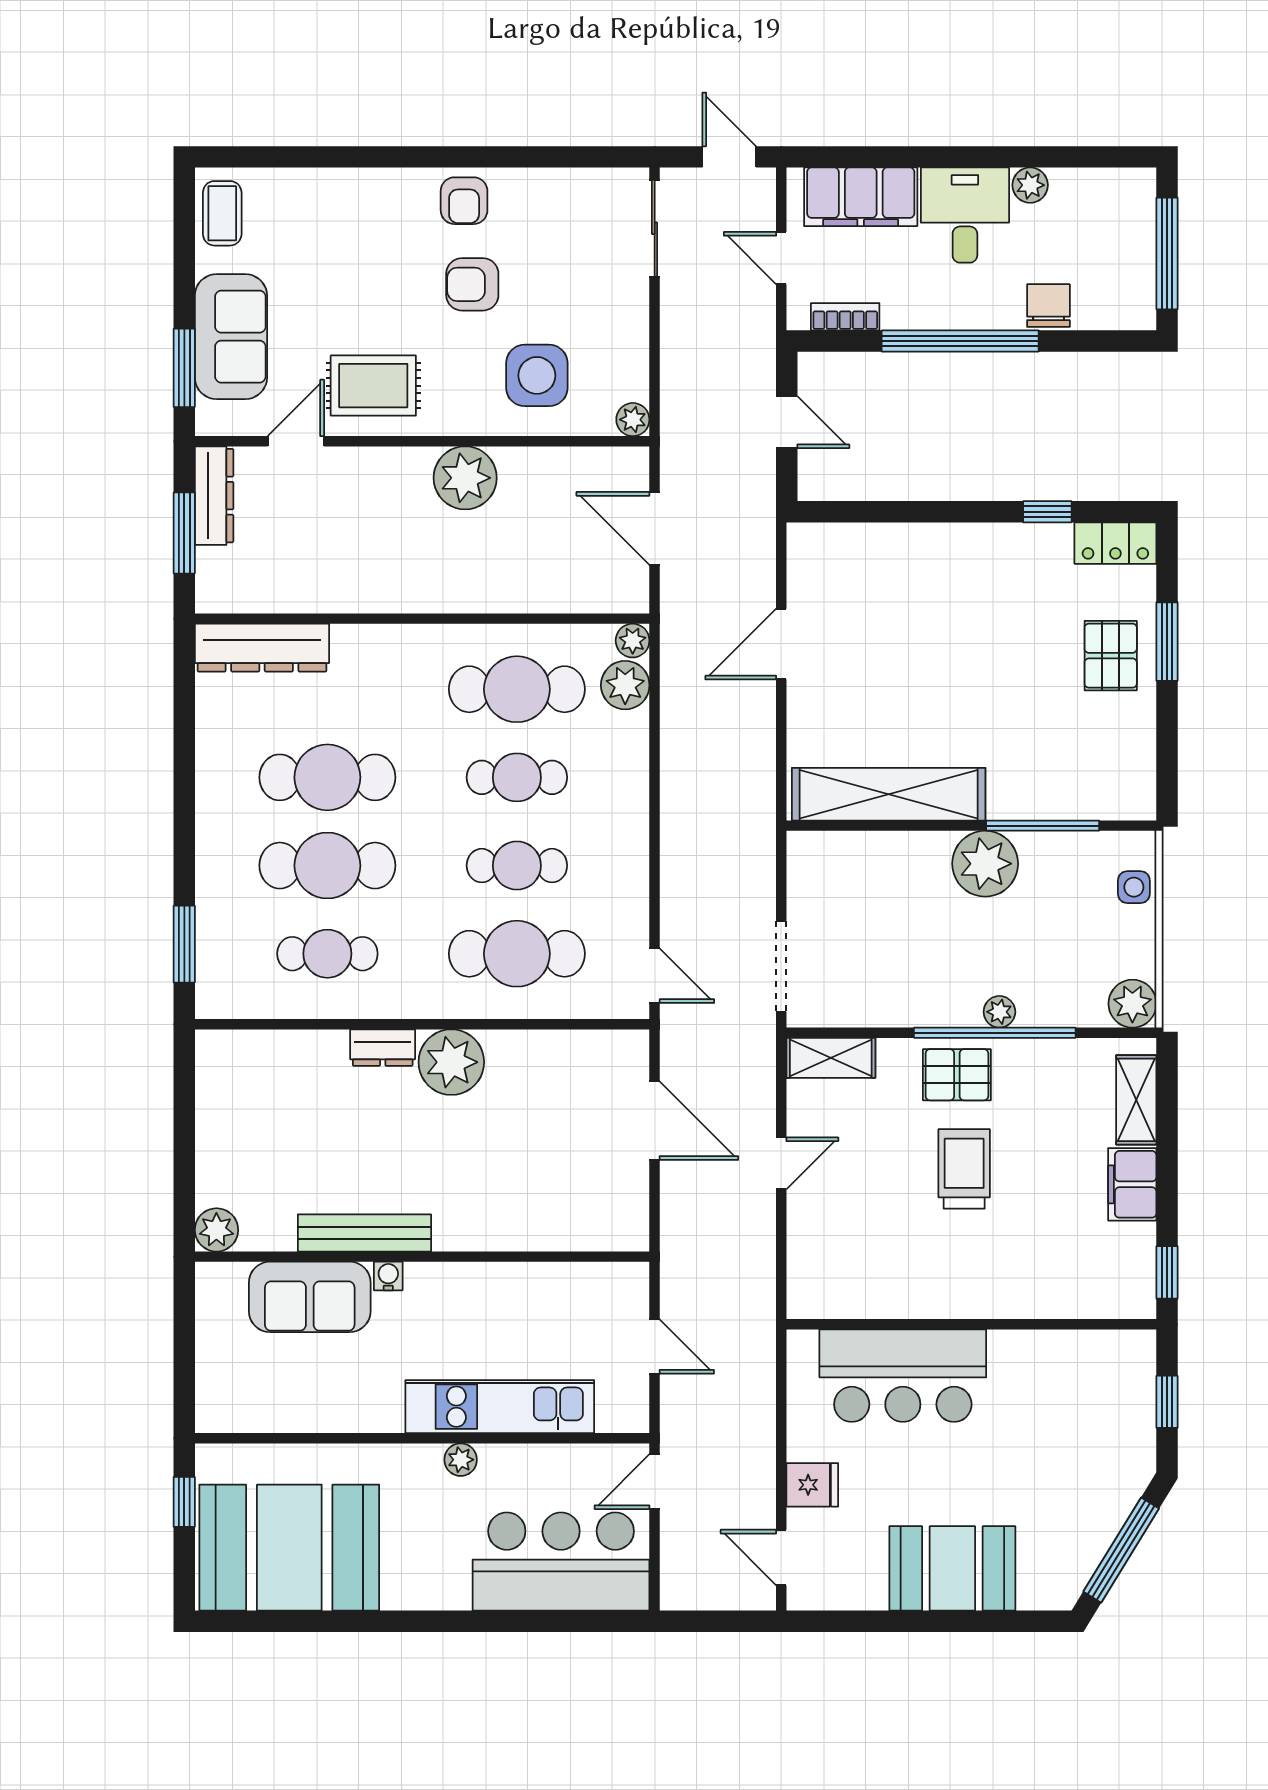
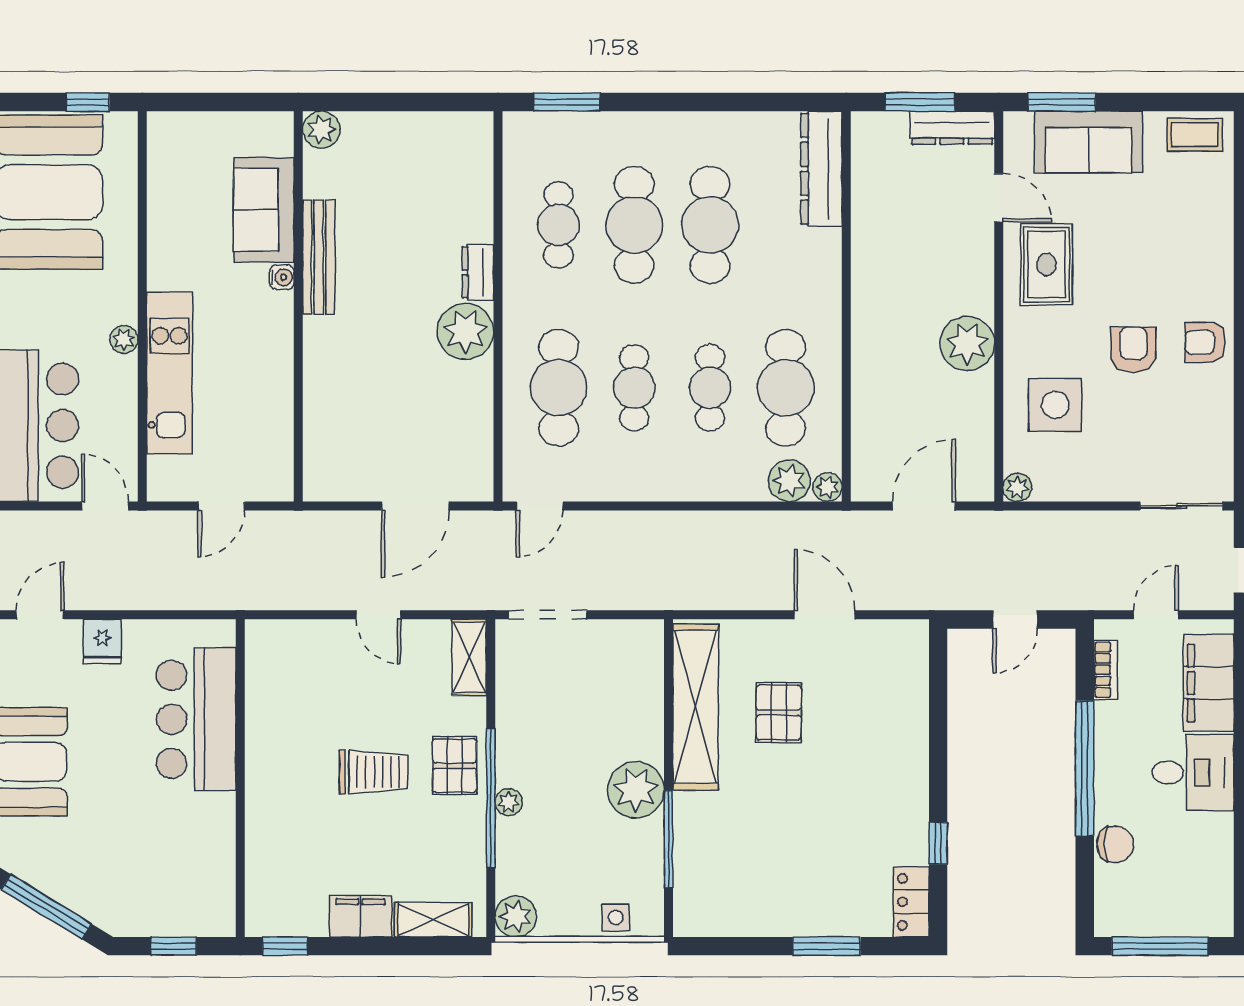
plant: (1030, 185) -> (1219, 829), removed
pallet: (1111, 656) -> (779, 713), moved, turned 90

